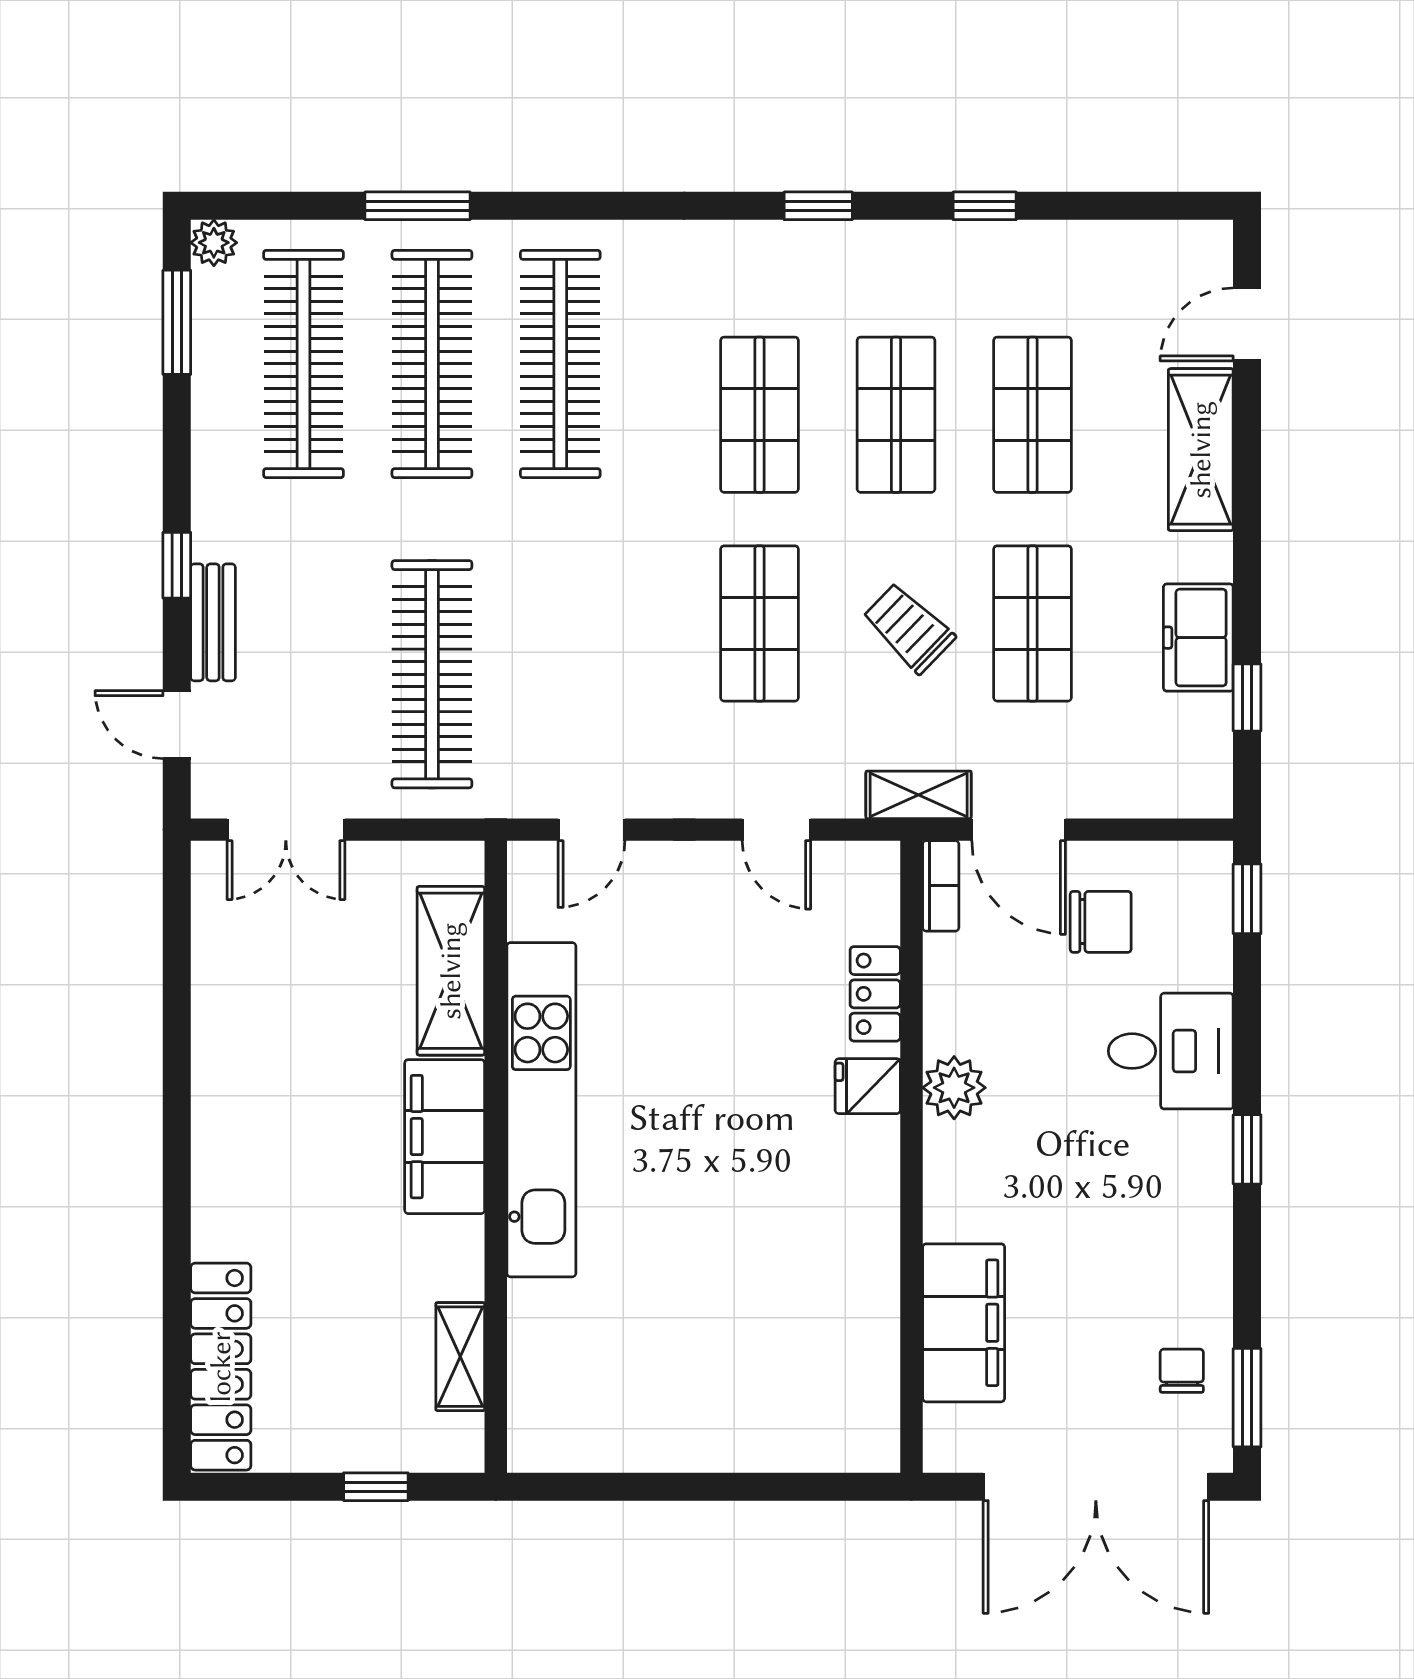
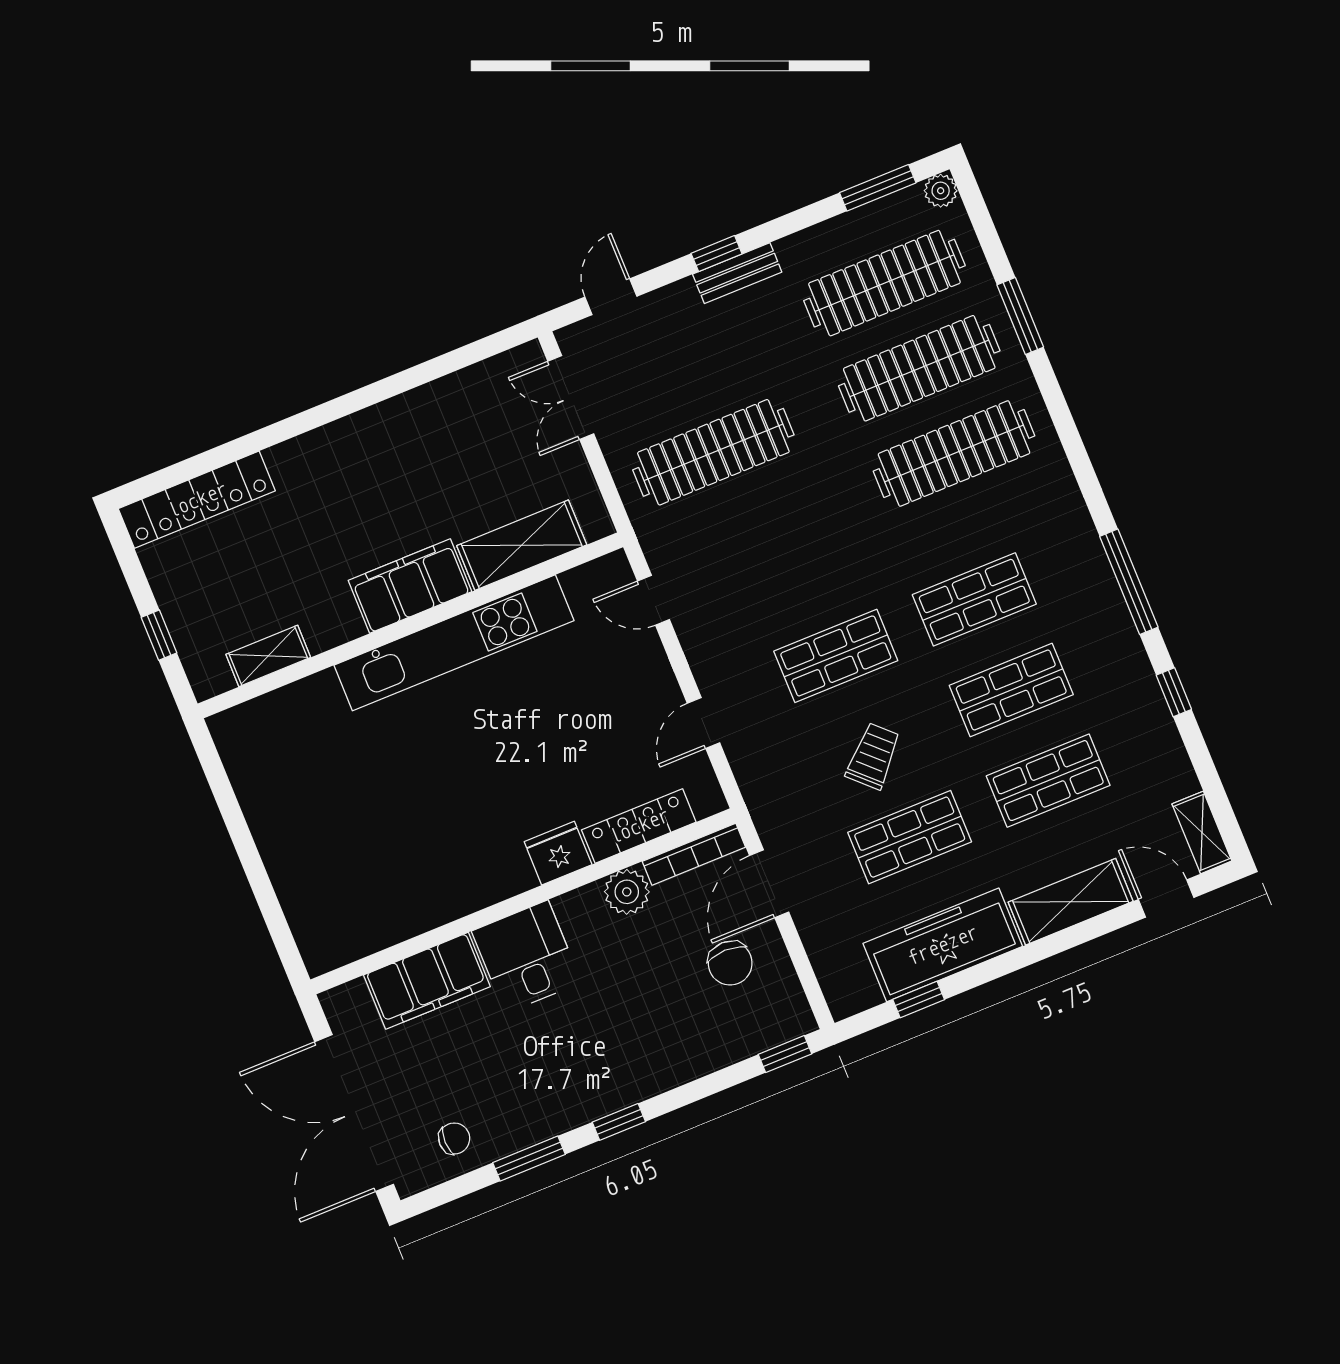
window: (818, 206) -> (1129, 582), width x2.17
bench: (213, 622) -> (737, 273), moved
freezer: (1198, 638) -> (943, 945), width x1.91, depth x1.26
shelving: (919, 795) -> (1202, 832), moved
bookcase: (941, 886) -> (694, 854), width x1.56
locker: (875, 994) -> (639, 826), width x1.53
desk: (1171, 1051) -> (527, 957), moved, turned 180
fridge: (868, 1086) -> (558, 853), width x1.38
plant: (954, 1088) -> (627, 892), moved
window: (1247, 1398) -> (529, 1159), moved

